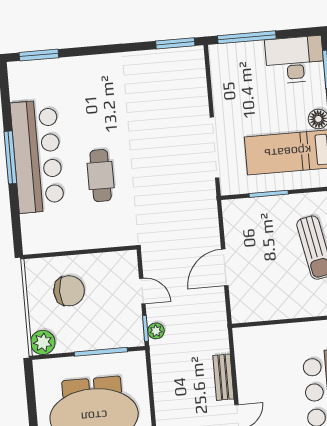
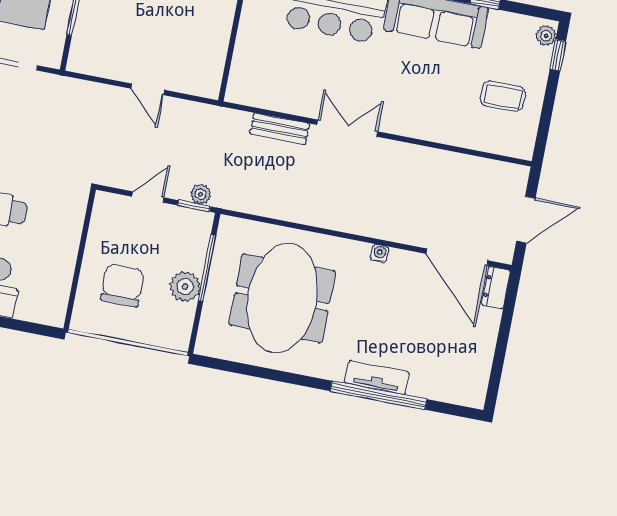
door: (225, 267) -> (148, 89), width x0.73
plant: (43, 342) -> (185, 287), moved

